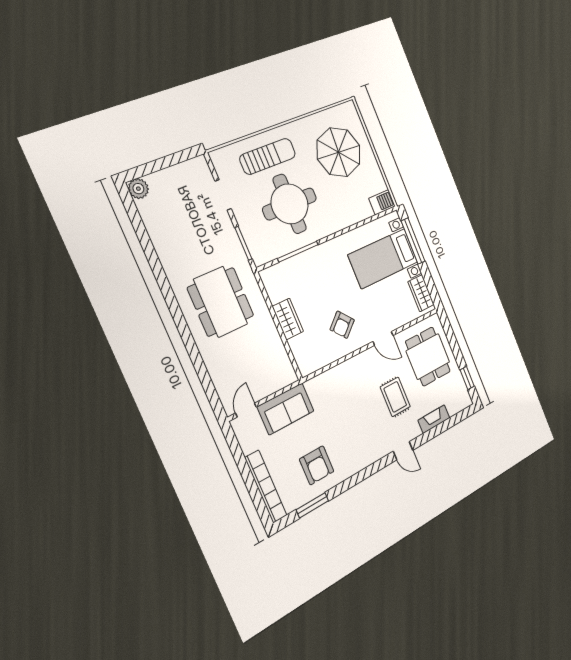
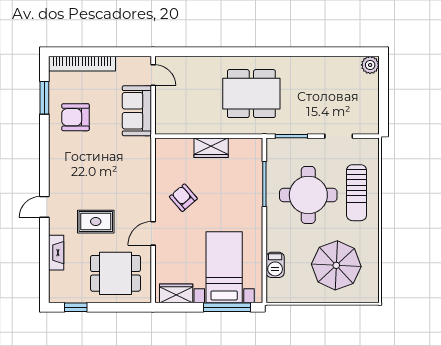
barbecue: (382, 202) -> (275, 265), moved

